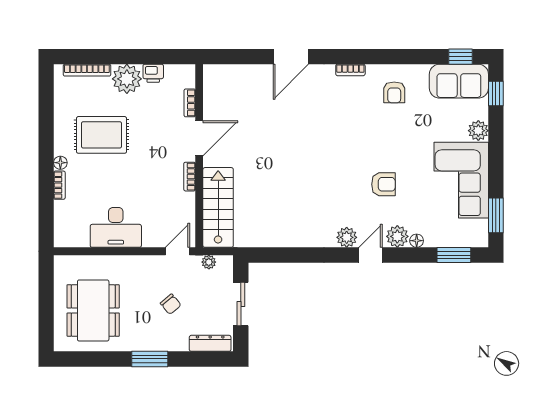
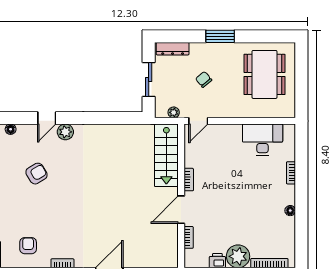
rug: (102, 135) -> (258, 212), removed
floor lamp: (60, 163) -> (290, 211), moved
armchair: (383, 184) -> (37, 174), turned 149
desk: (116, 227) -> (263, 140), moved
plant: (397, 236) -> (26, 133), removed

